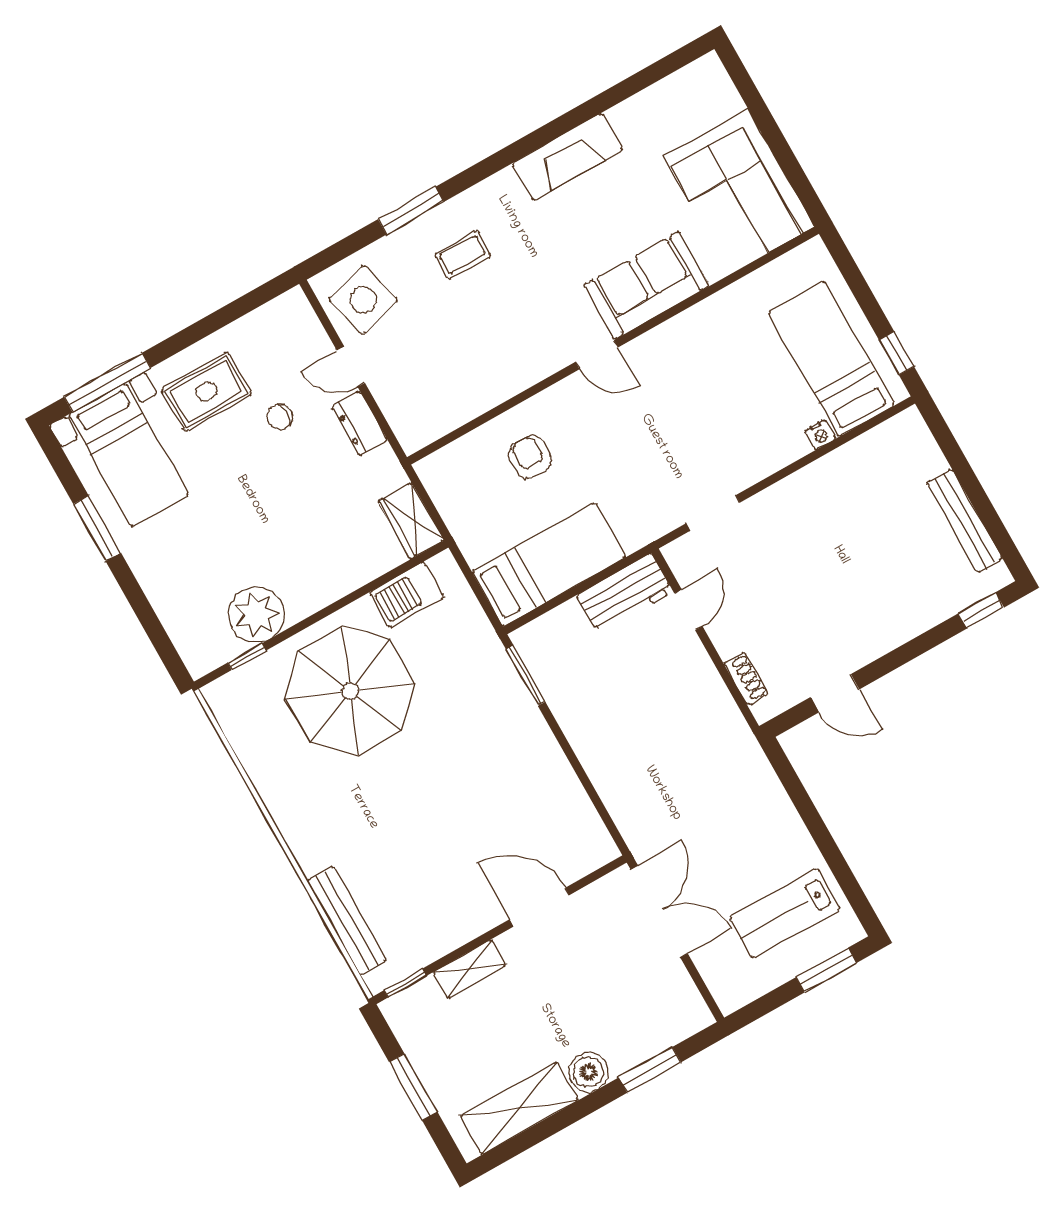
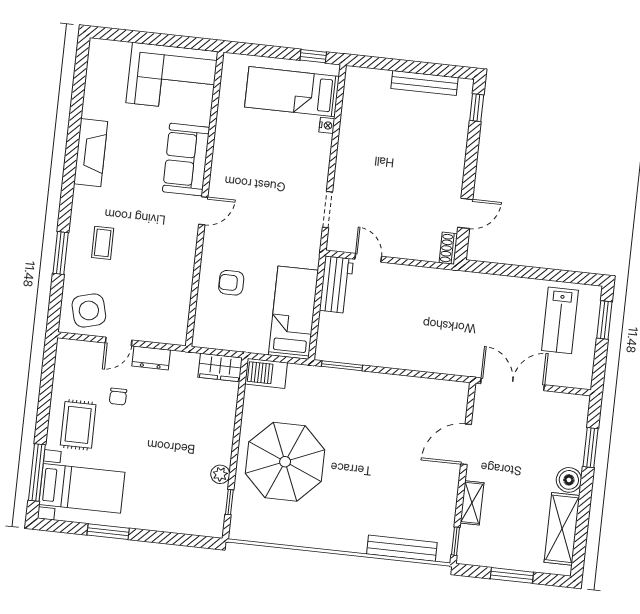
barbecue: (407, 595) -> (266, 373), moved, turned 90
plant: (257, 615) -> (220, 474), width x0.53, depth x0.53
shoe rack: (746, 679) -> (448, 248), moved, turned -90

